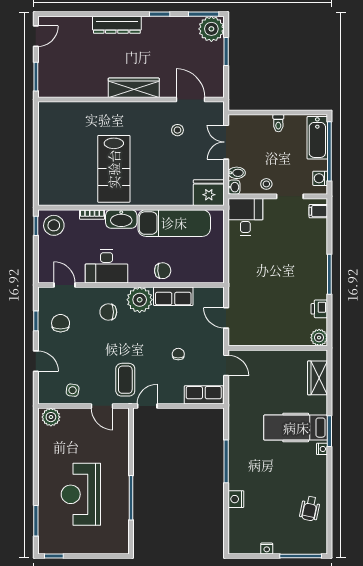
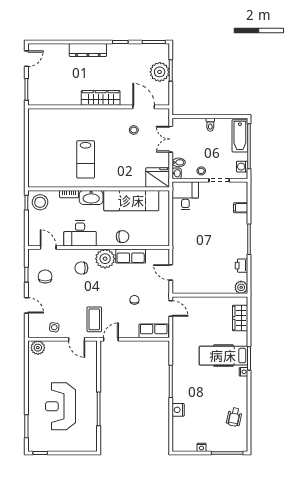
plant: (211, 29) -> (160, 72), moved
lab bench: (114, 169) -> (86, 159), width x0.73, depth x0.72
filing cabinet: (318, 211) -> (241, 208), moved

